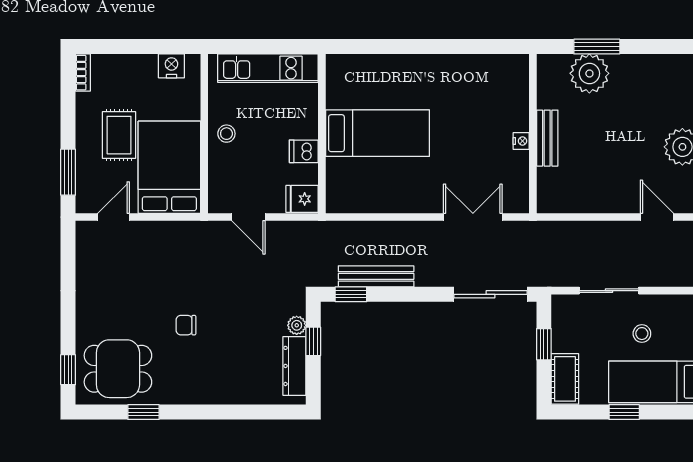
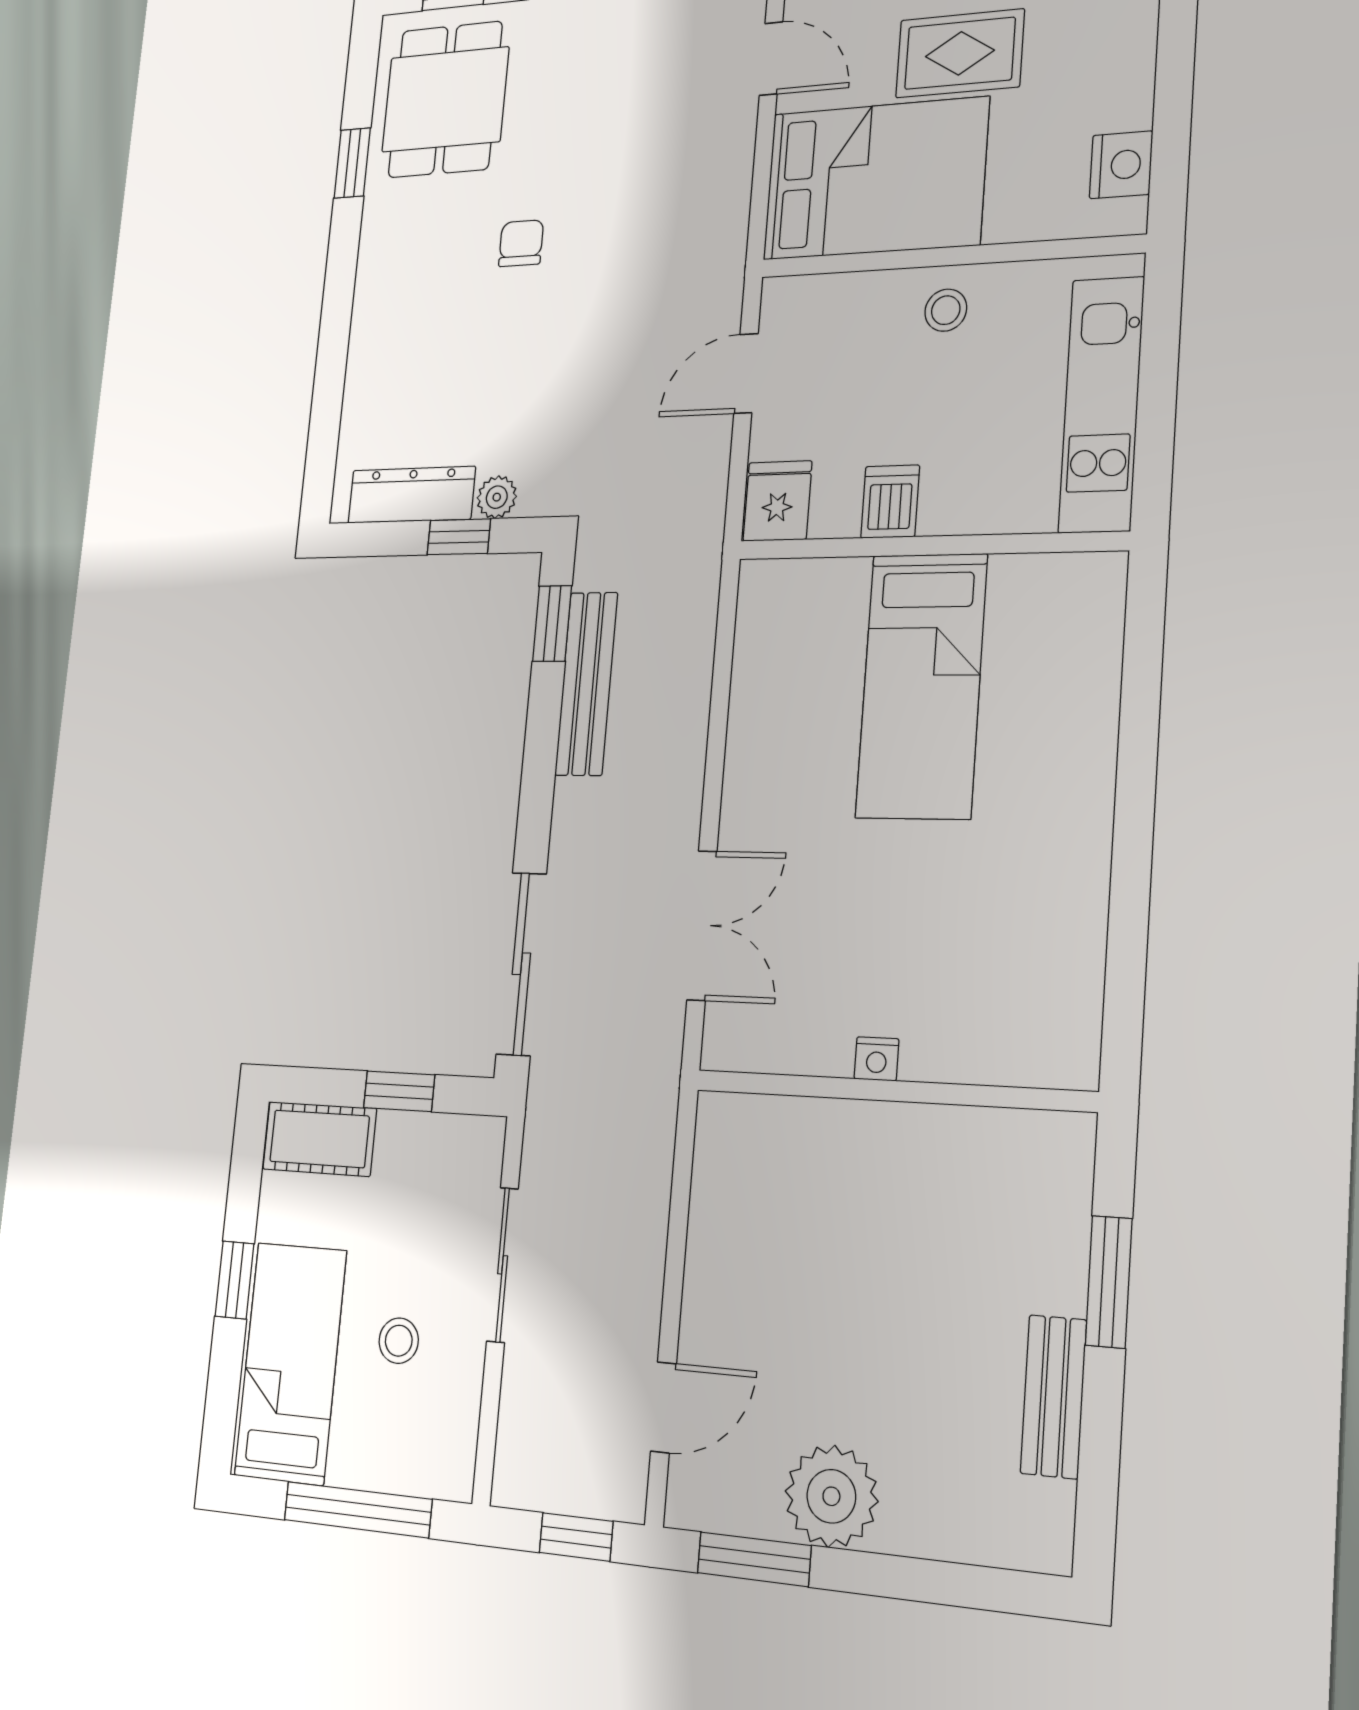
plant: (589, 73) -> (1038, 1255), removed
bench: (547, 138) -> (1053, 1397), moved, turned 90

